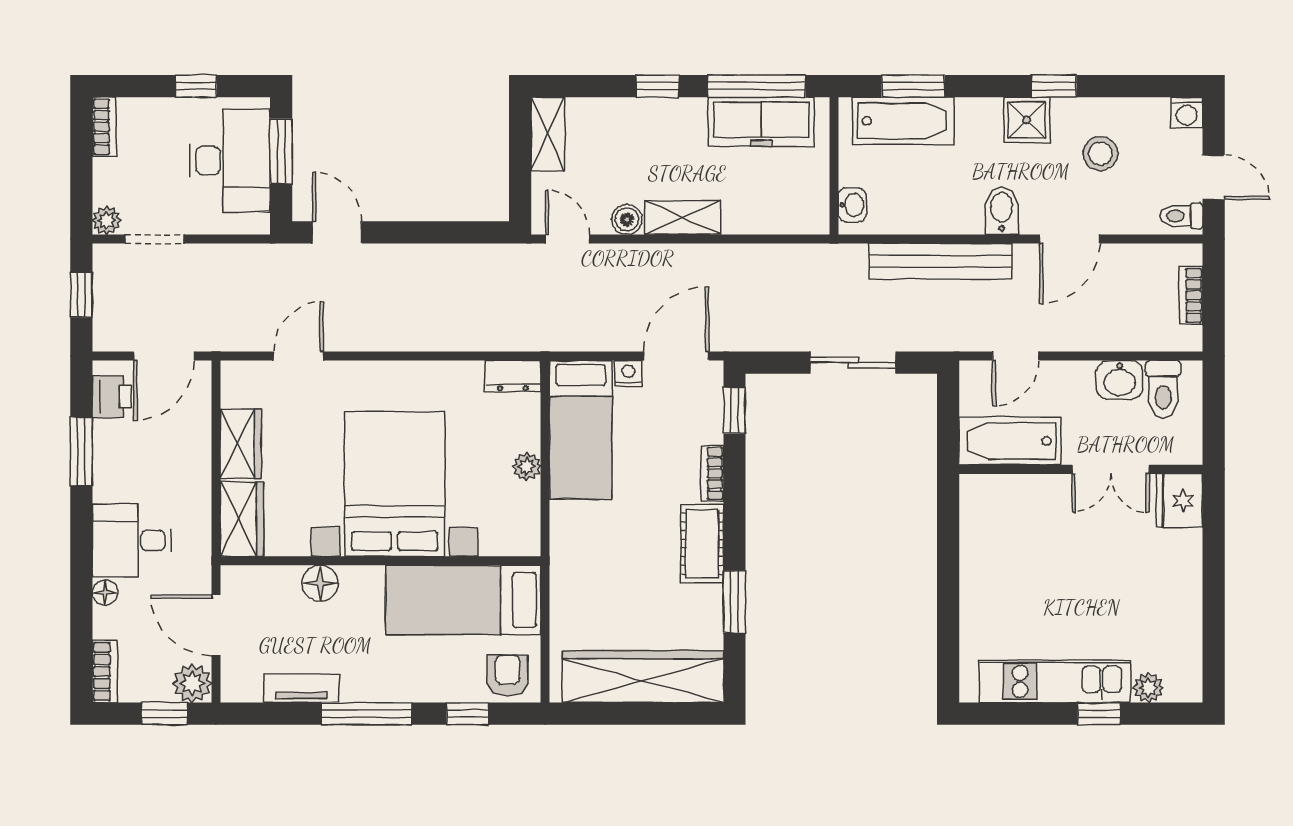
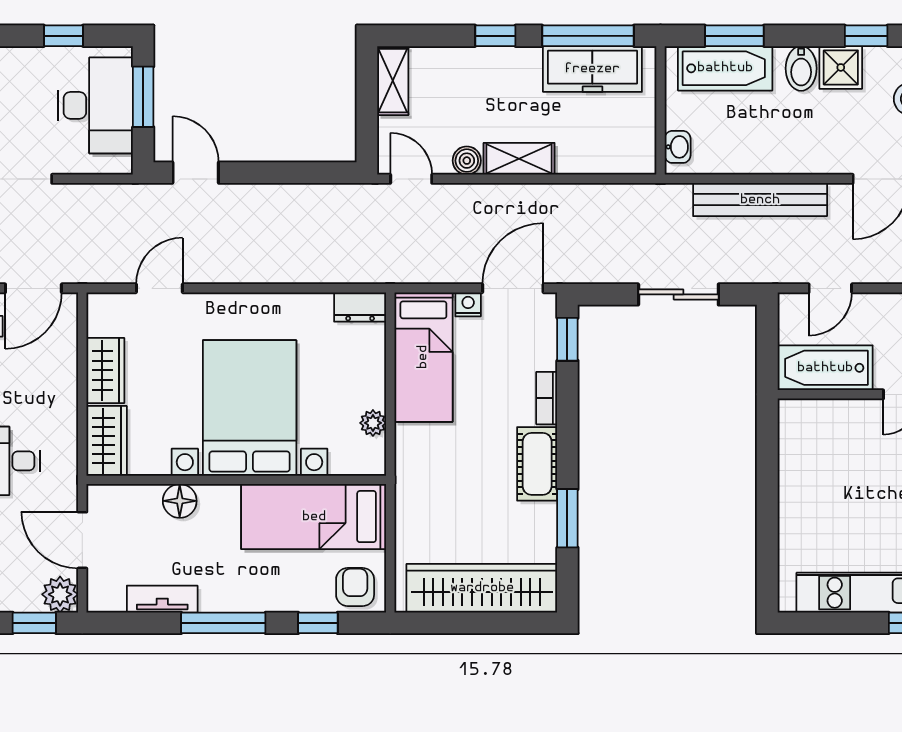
bidet: (1002, 211) -> (801, 68), moved, turned 180
plant: (527, 467) -> (373, 423), moved

